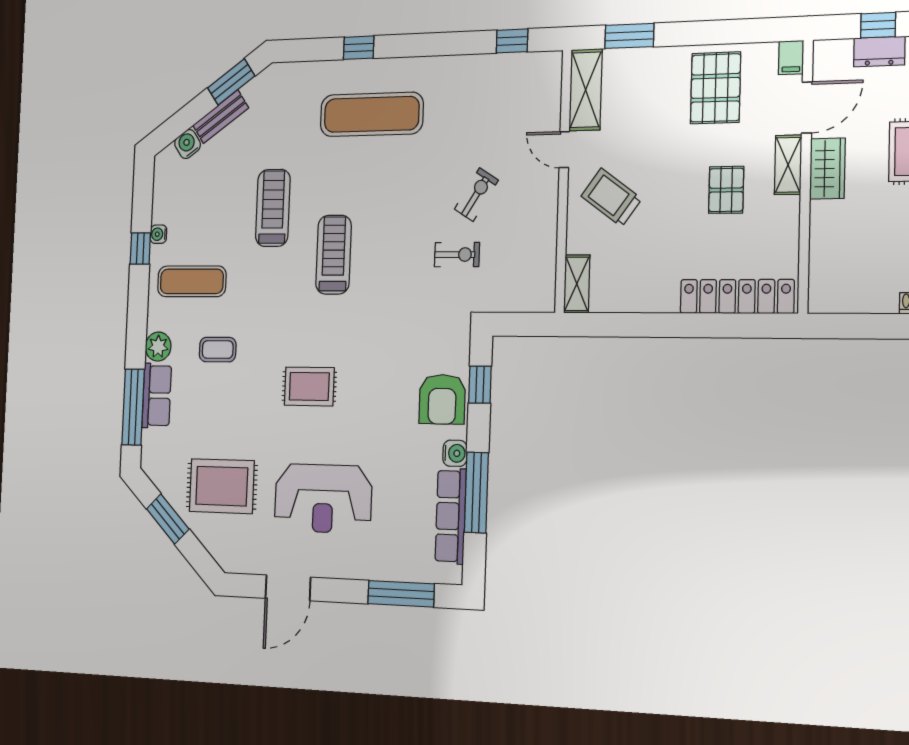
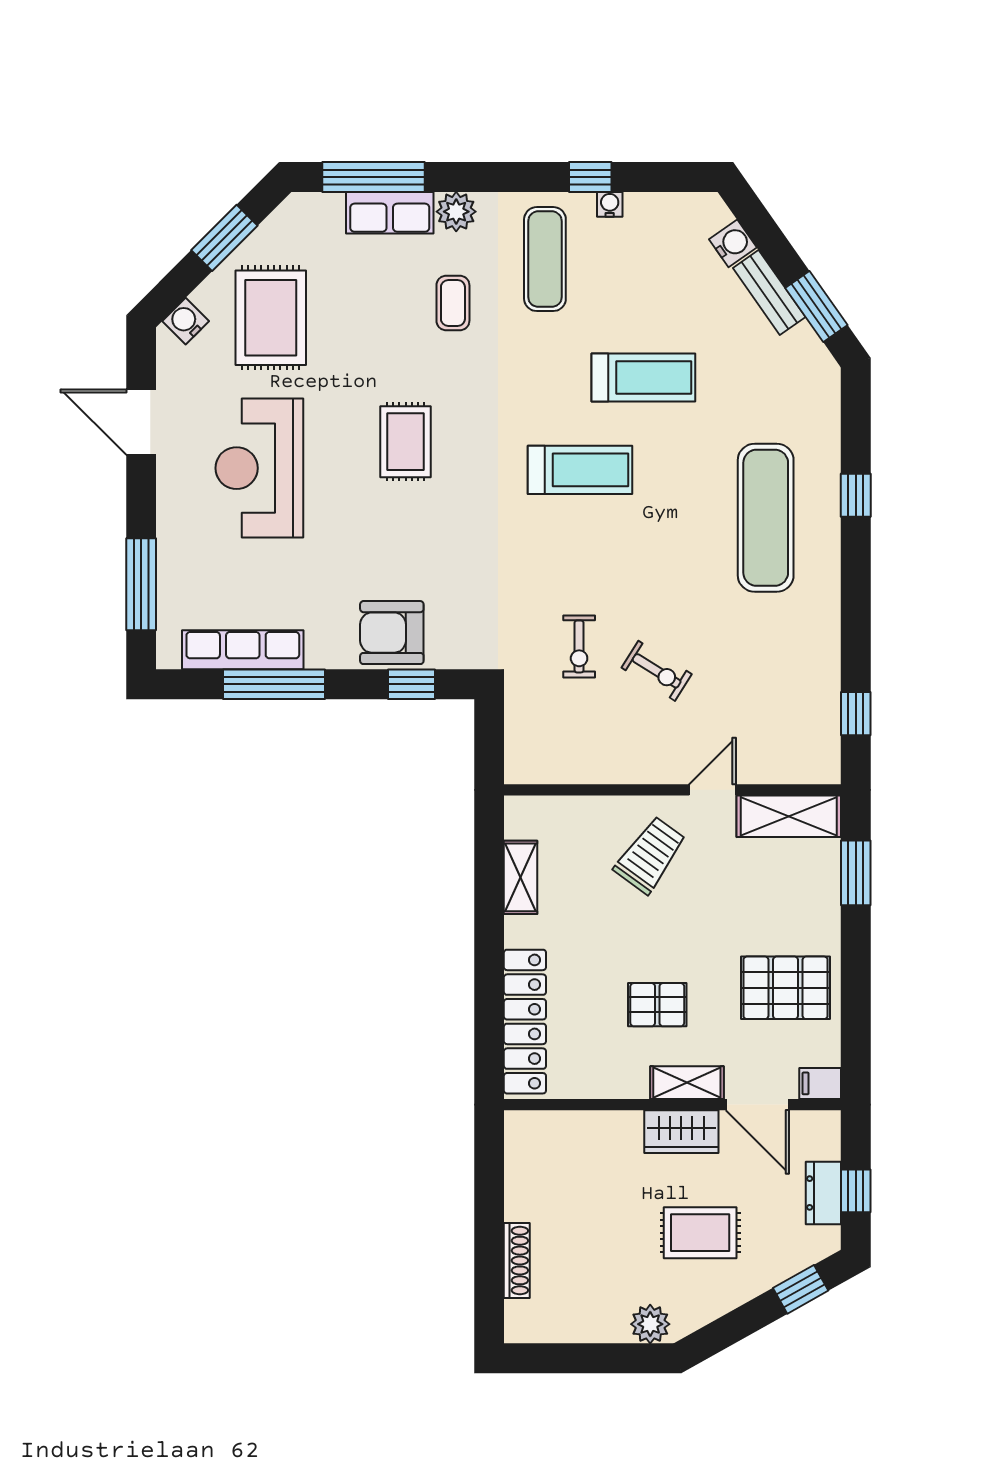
shelving: (577, 284) -> (521, 877), moved, turned 90
water cooler: (455, 453) -> (186, 321), moved, turned 135

